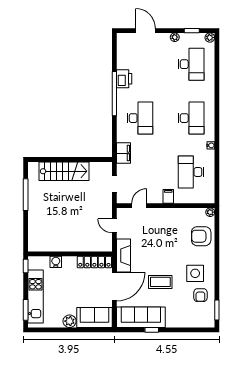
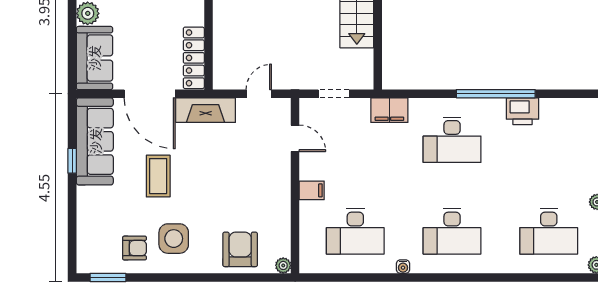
desk: (191, 172) -> (355, 231), turned 180
armchair: (200, 295) -> (135, 248), turned 180

